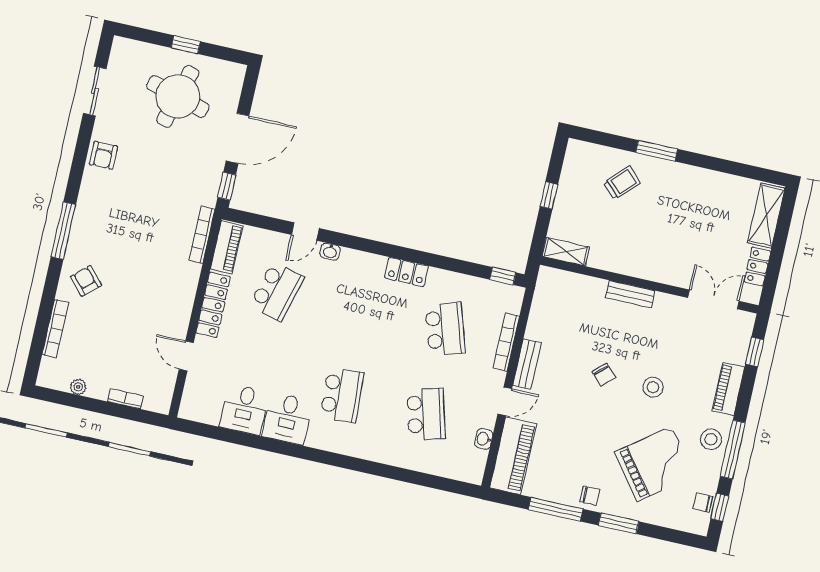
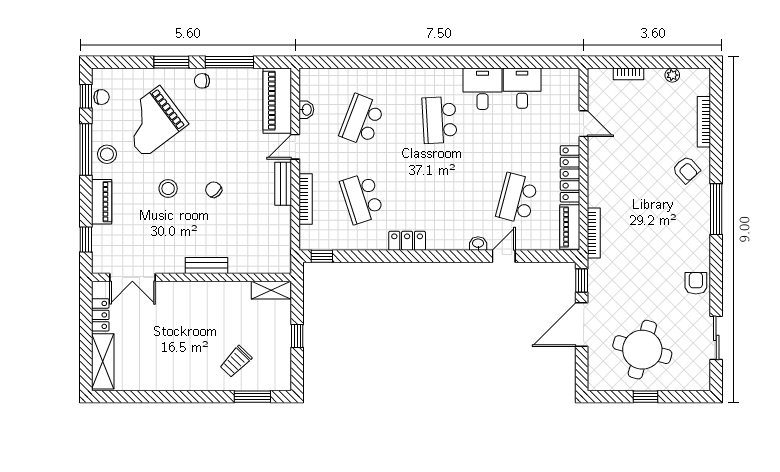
window: (657, 151) -> (252, 397), moved
school desk: (426, 414) -> (362, 120), turned 36

